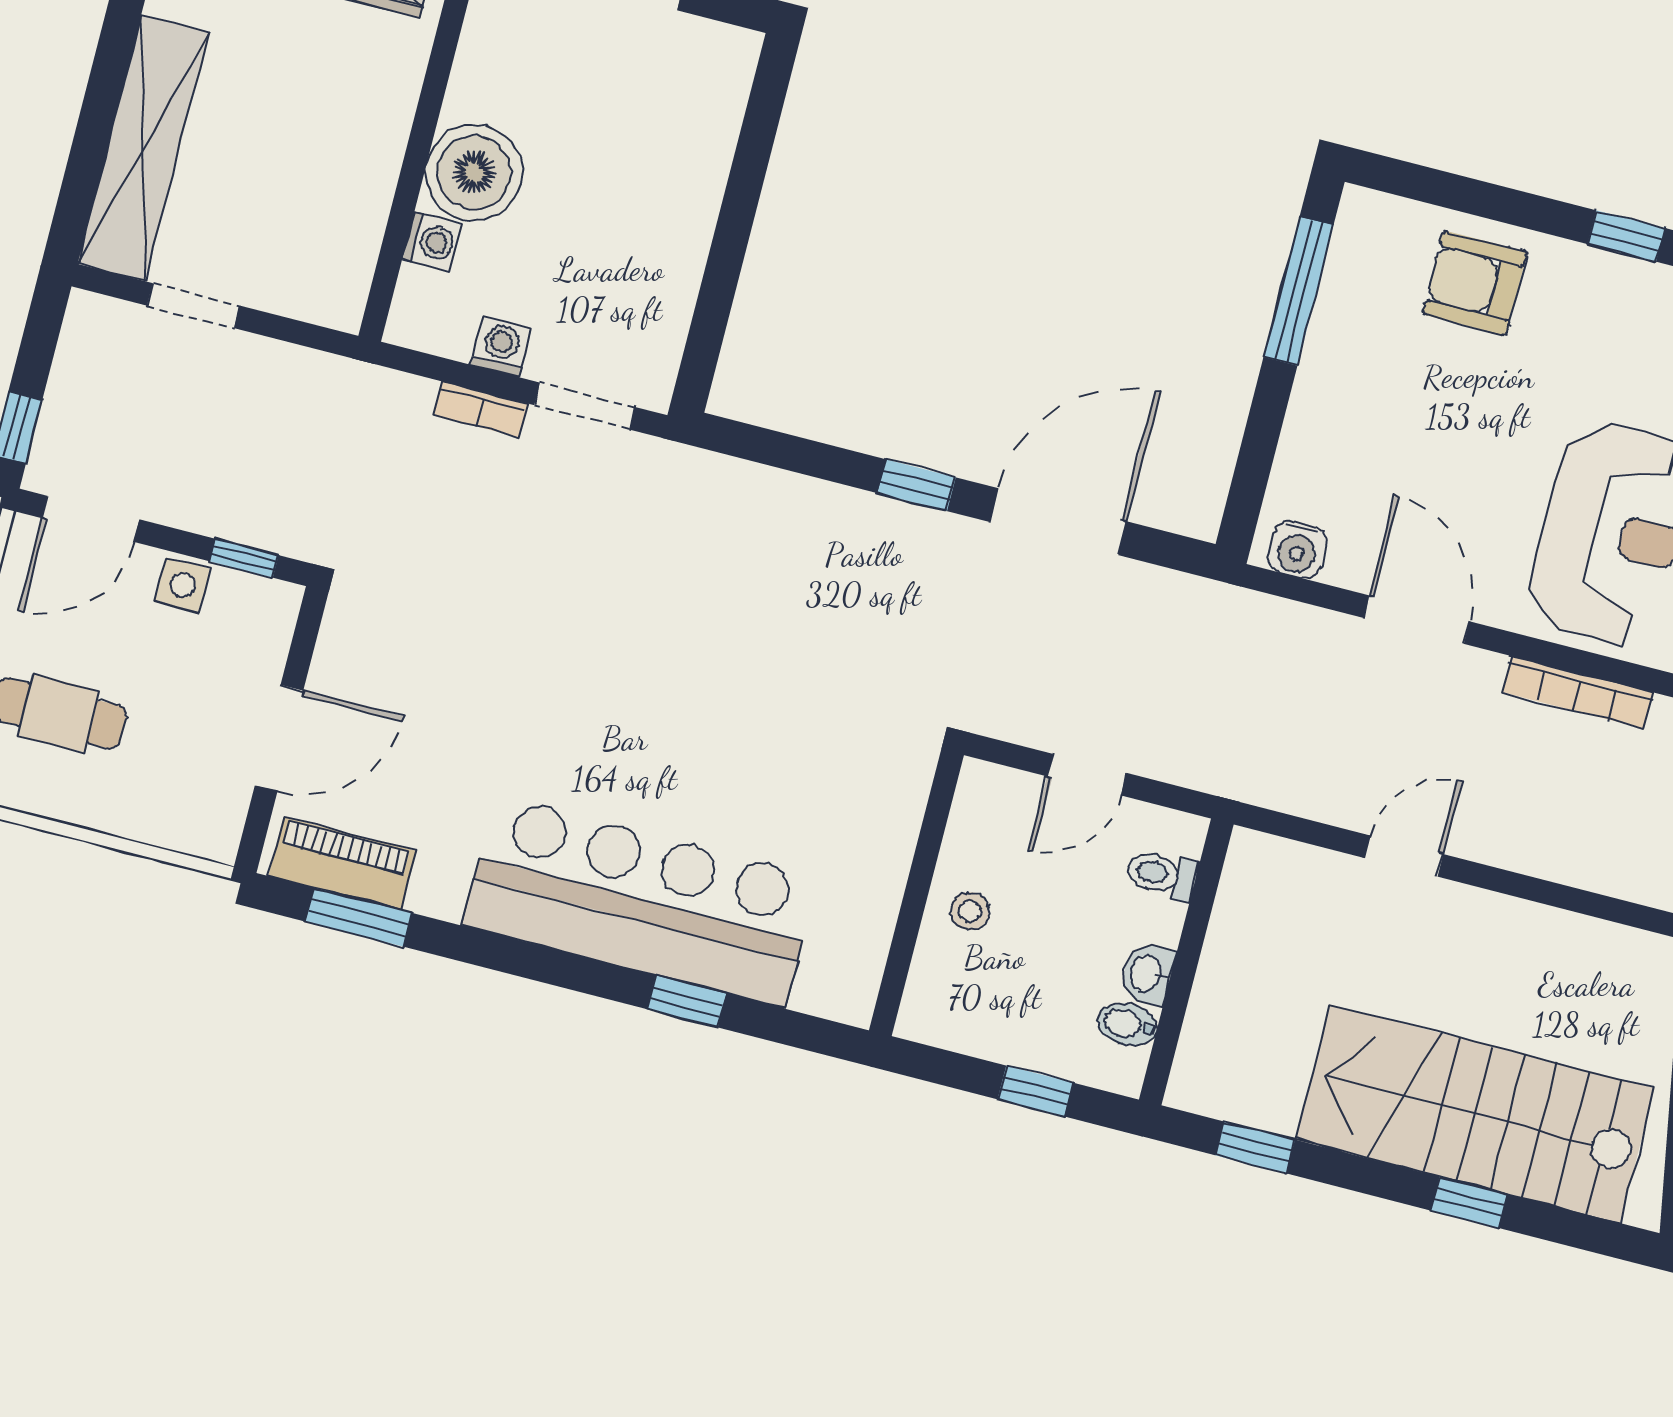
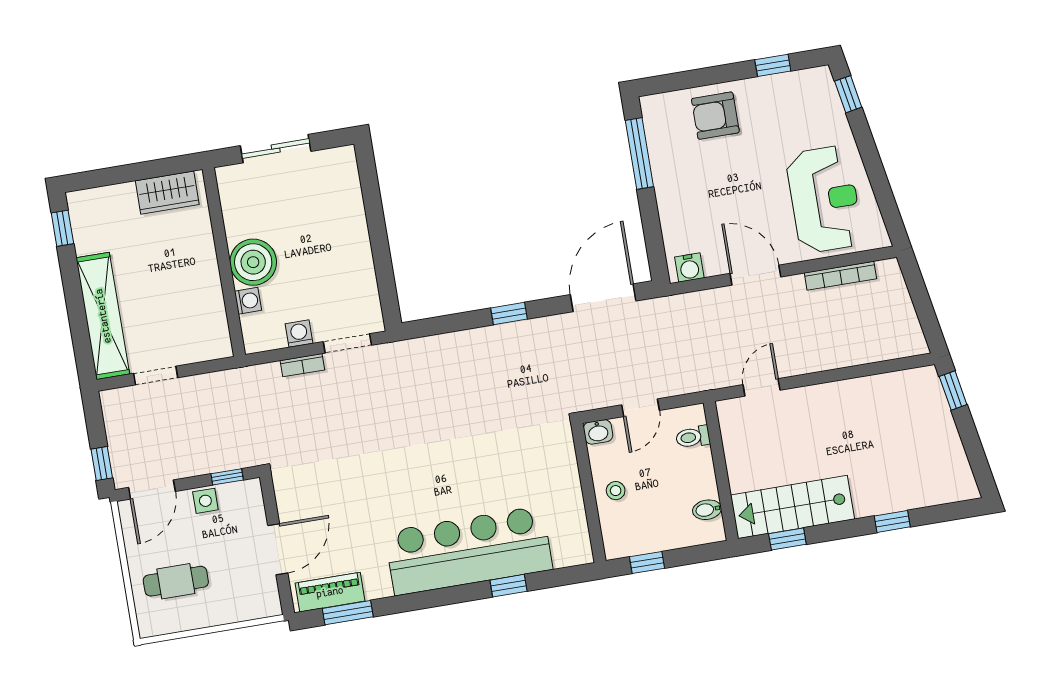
door: (1058, 522) -> (603, 298), moved
door: (1404, 856) -> (762, 387), moved
washbasin: (1147, 974) -> (598, 432), moved, turned -90
window: (1035, 1091) -> (647, 563), moved
stairs: (1475, 1114) -> (793, 507), moved, width x0.73, depth x0.66

